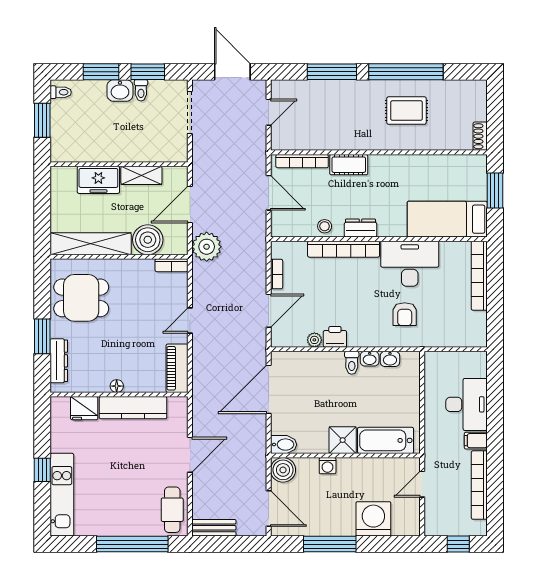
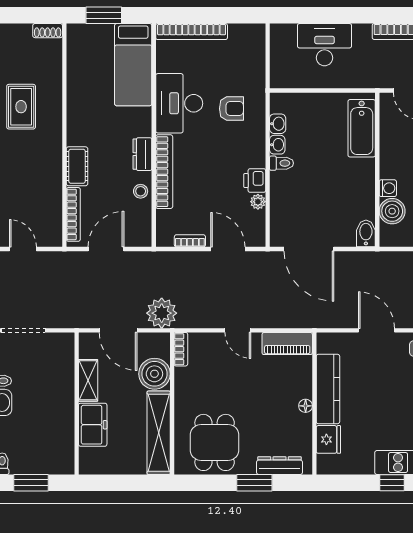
shower: (343, 440) -> (361, 173), removed
filing cabinet: (476, 441) -> (362, 35), removed
boiler: (283, 470) -> (392, 211), moved

